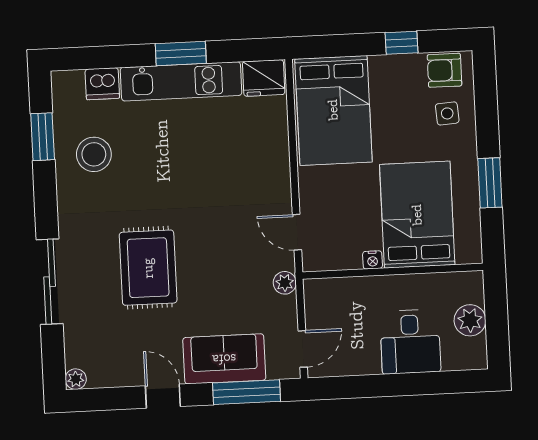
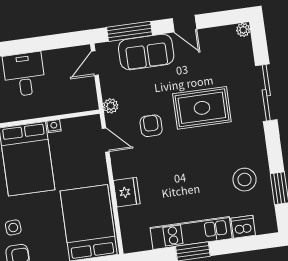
fridge: (264, 78) -> (127, 192), moved, turned 90
armchair: (227, 248) -> (151, 126), added
rug: (148, 268) -> (202, 108), turned 90

